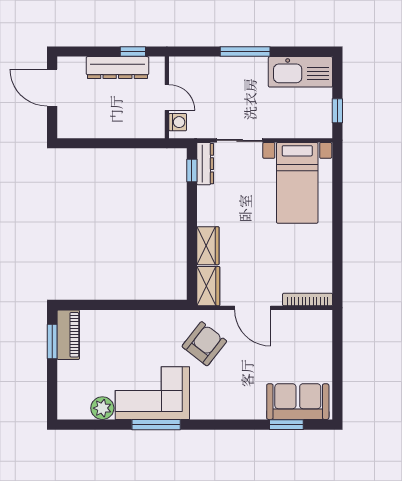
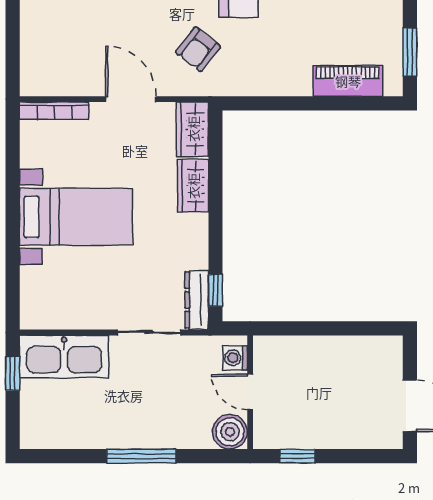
dresser: (117, 68) -> (319, 434), removed
boiler: (181, 69) -> (230, 432), added
kitchen sink: (300, 72) -> (64, 357), moved, turned 180
bed with nightstands: (297, 183) -> (76, 217), moved, turned 90
piano: (68, 335) -> (348, 81), moved, turned 90
armchair: (204, 344) -> (198, 49), width x0.72, depth x0.72

